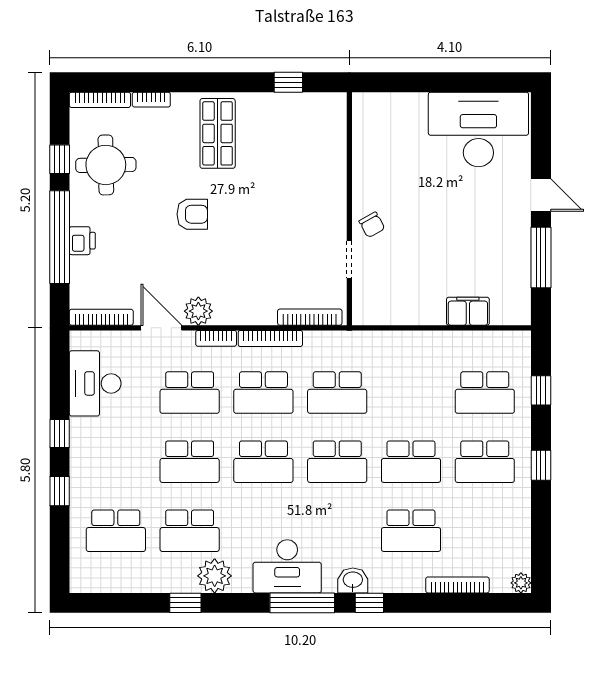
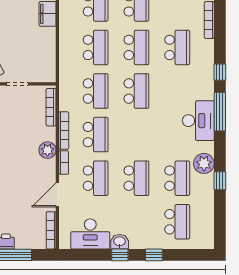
plant: (198, 311) -> (48, 150), moved
school desk: (263, 462) -> (96, 47), moved
washbasin: (353, 580) -> (120, 242), moved, turned 90

